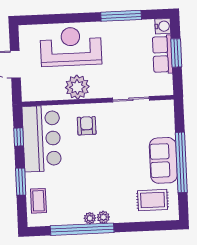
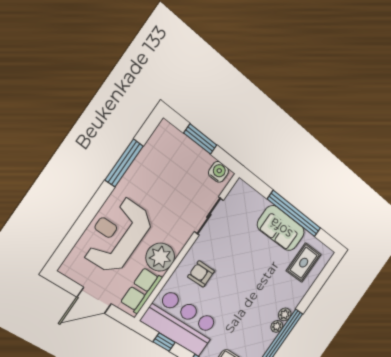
water cooler: (163, 26) -> (218, 172), moved
row of seats: (162, 54) -> (141, 290), moved, turned 90

